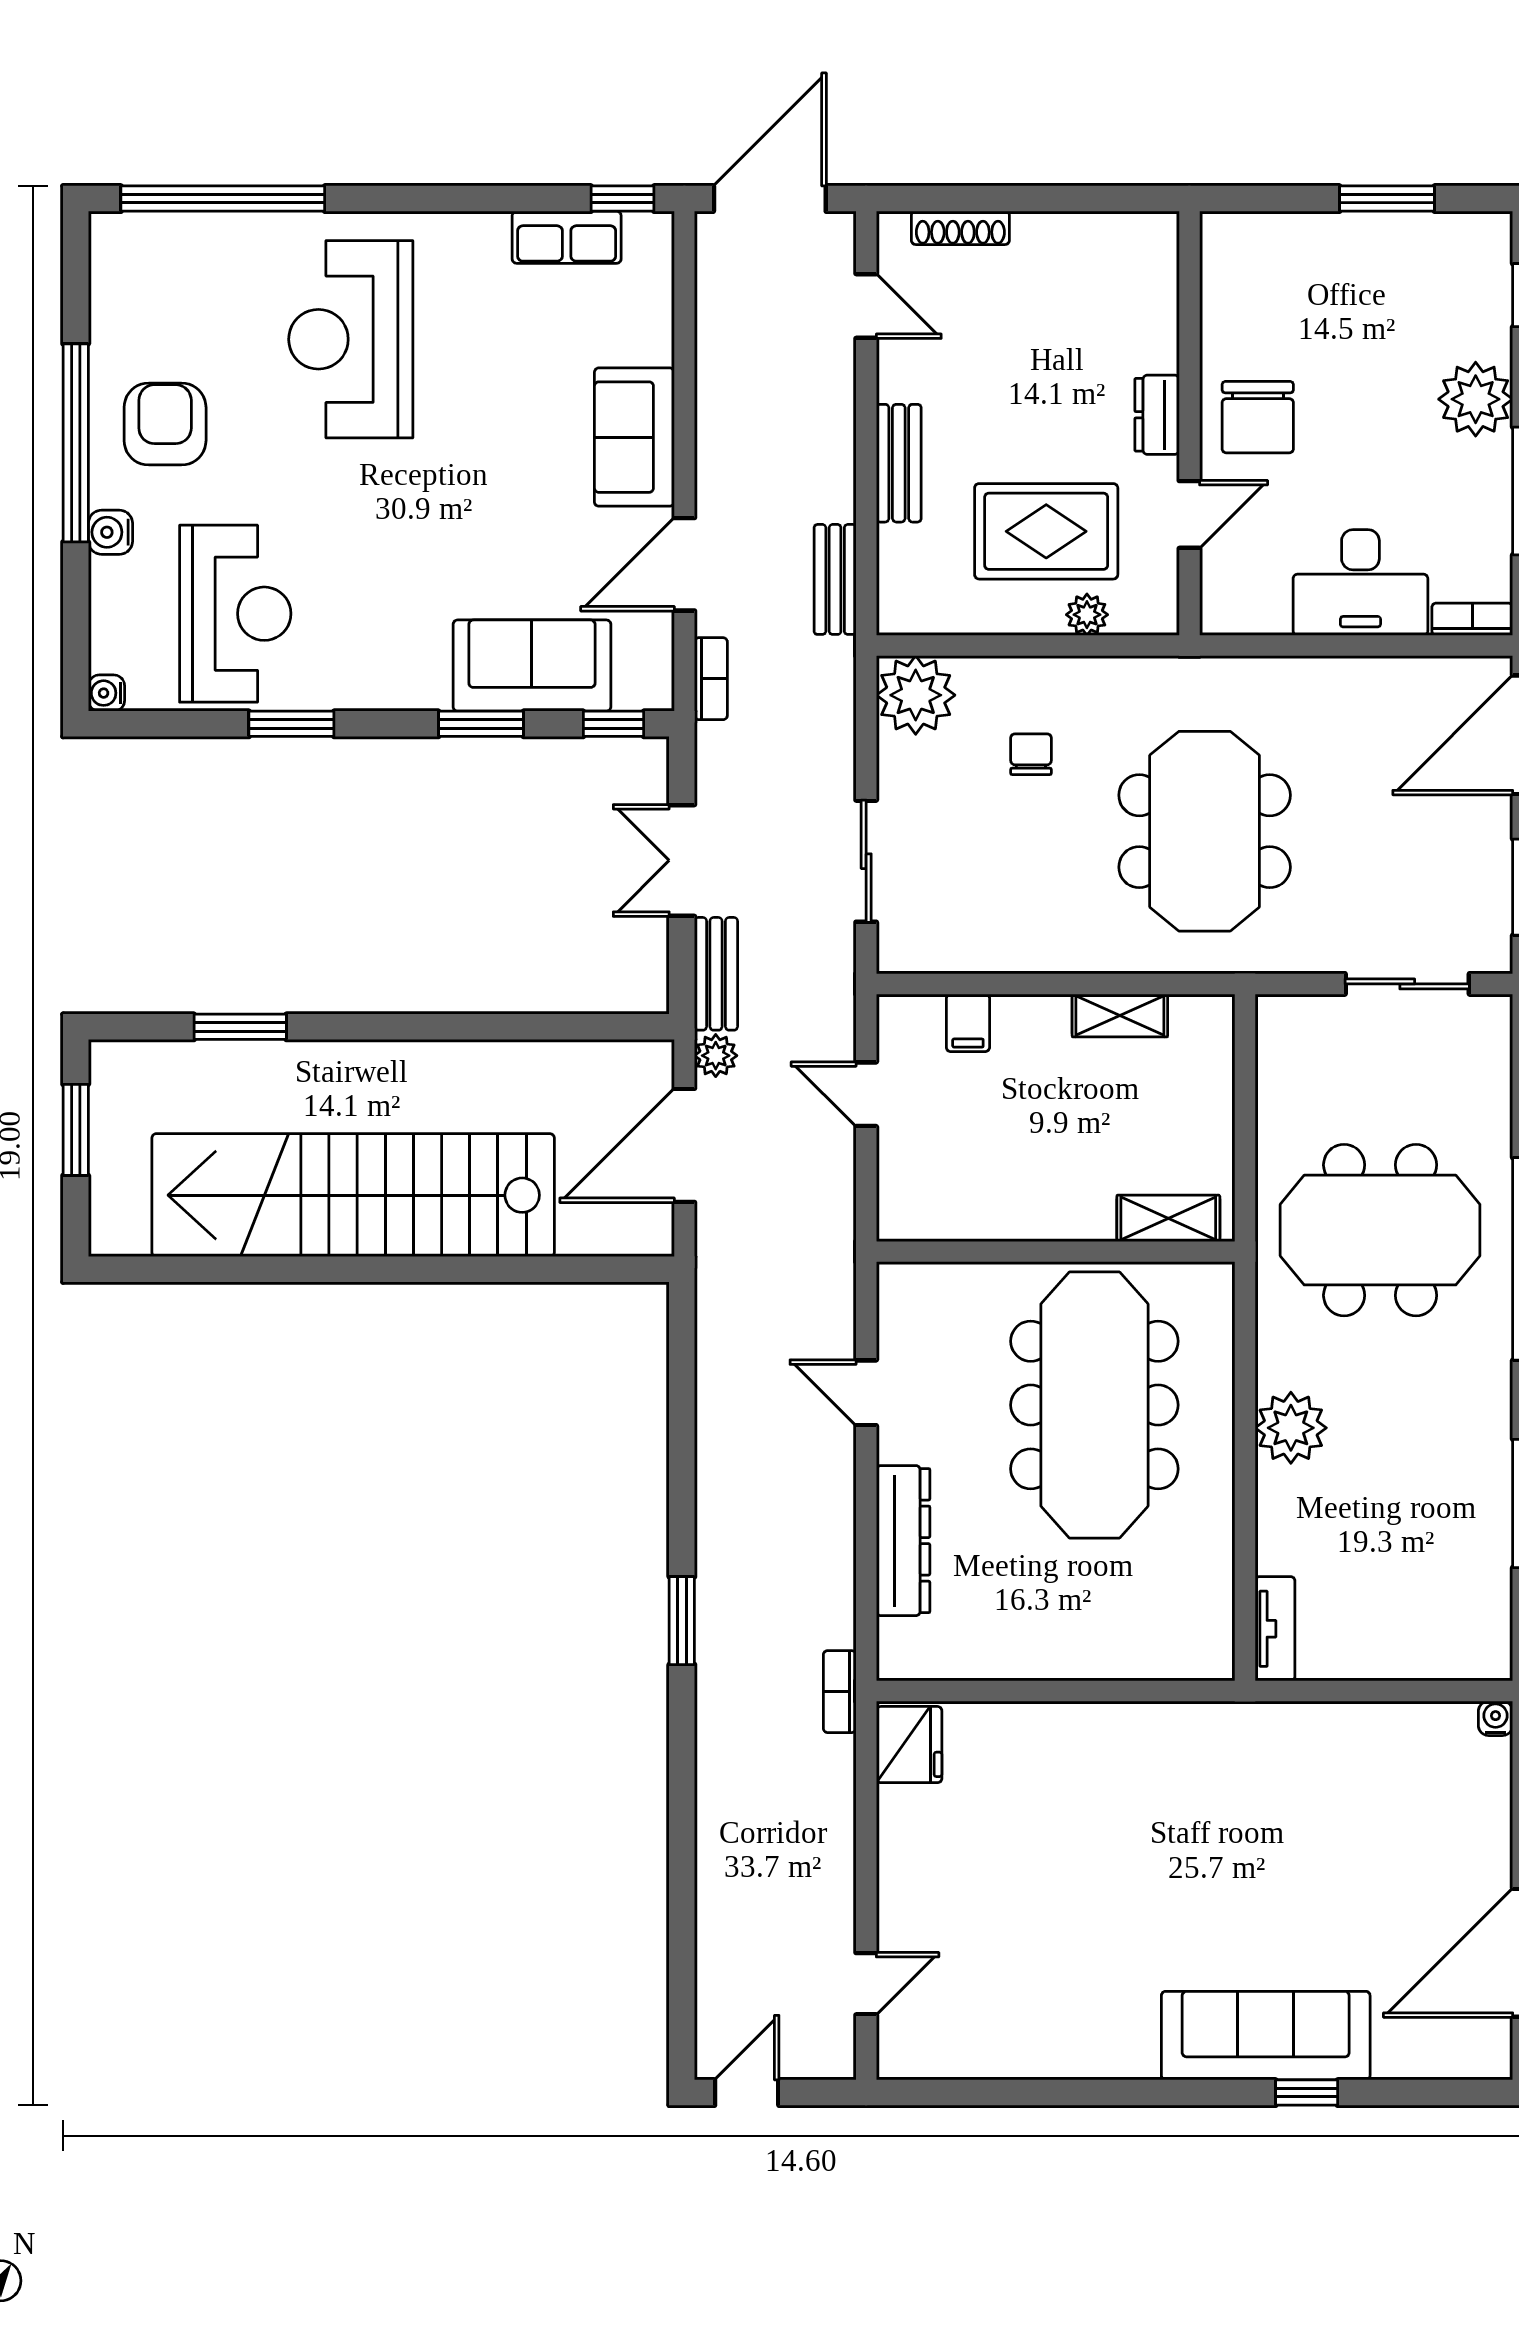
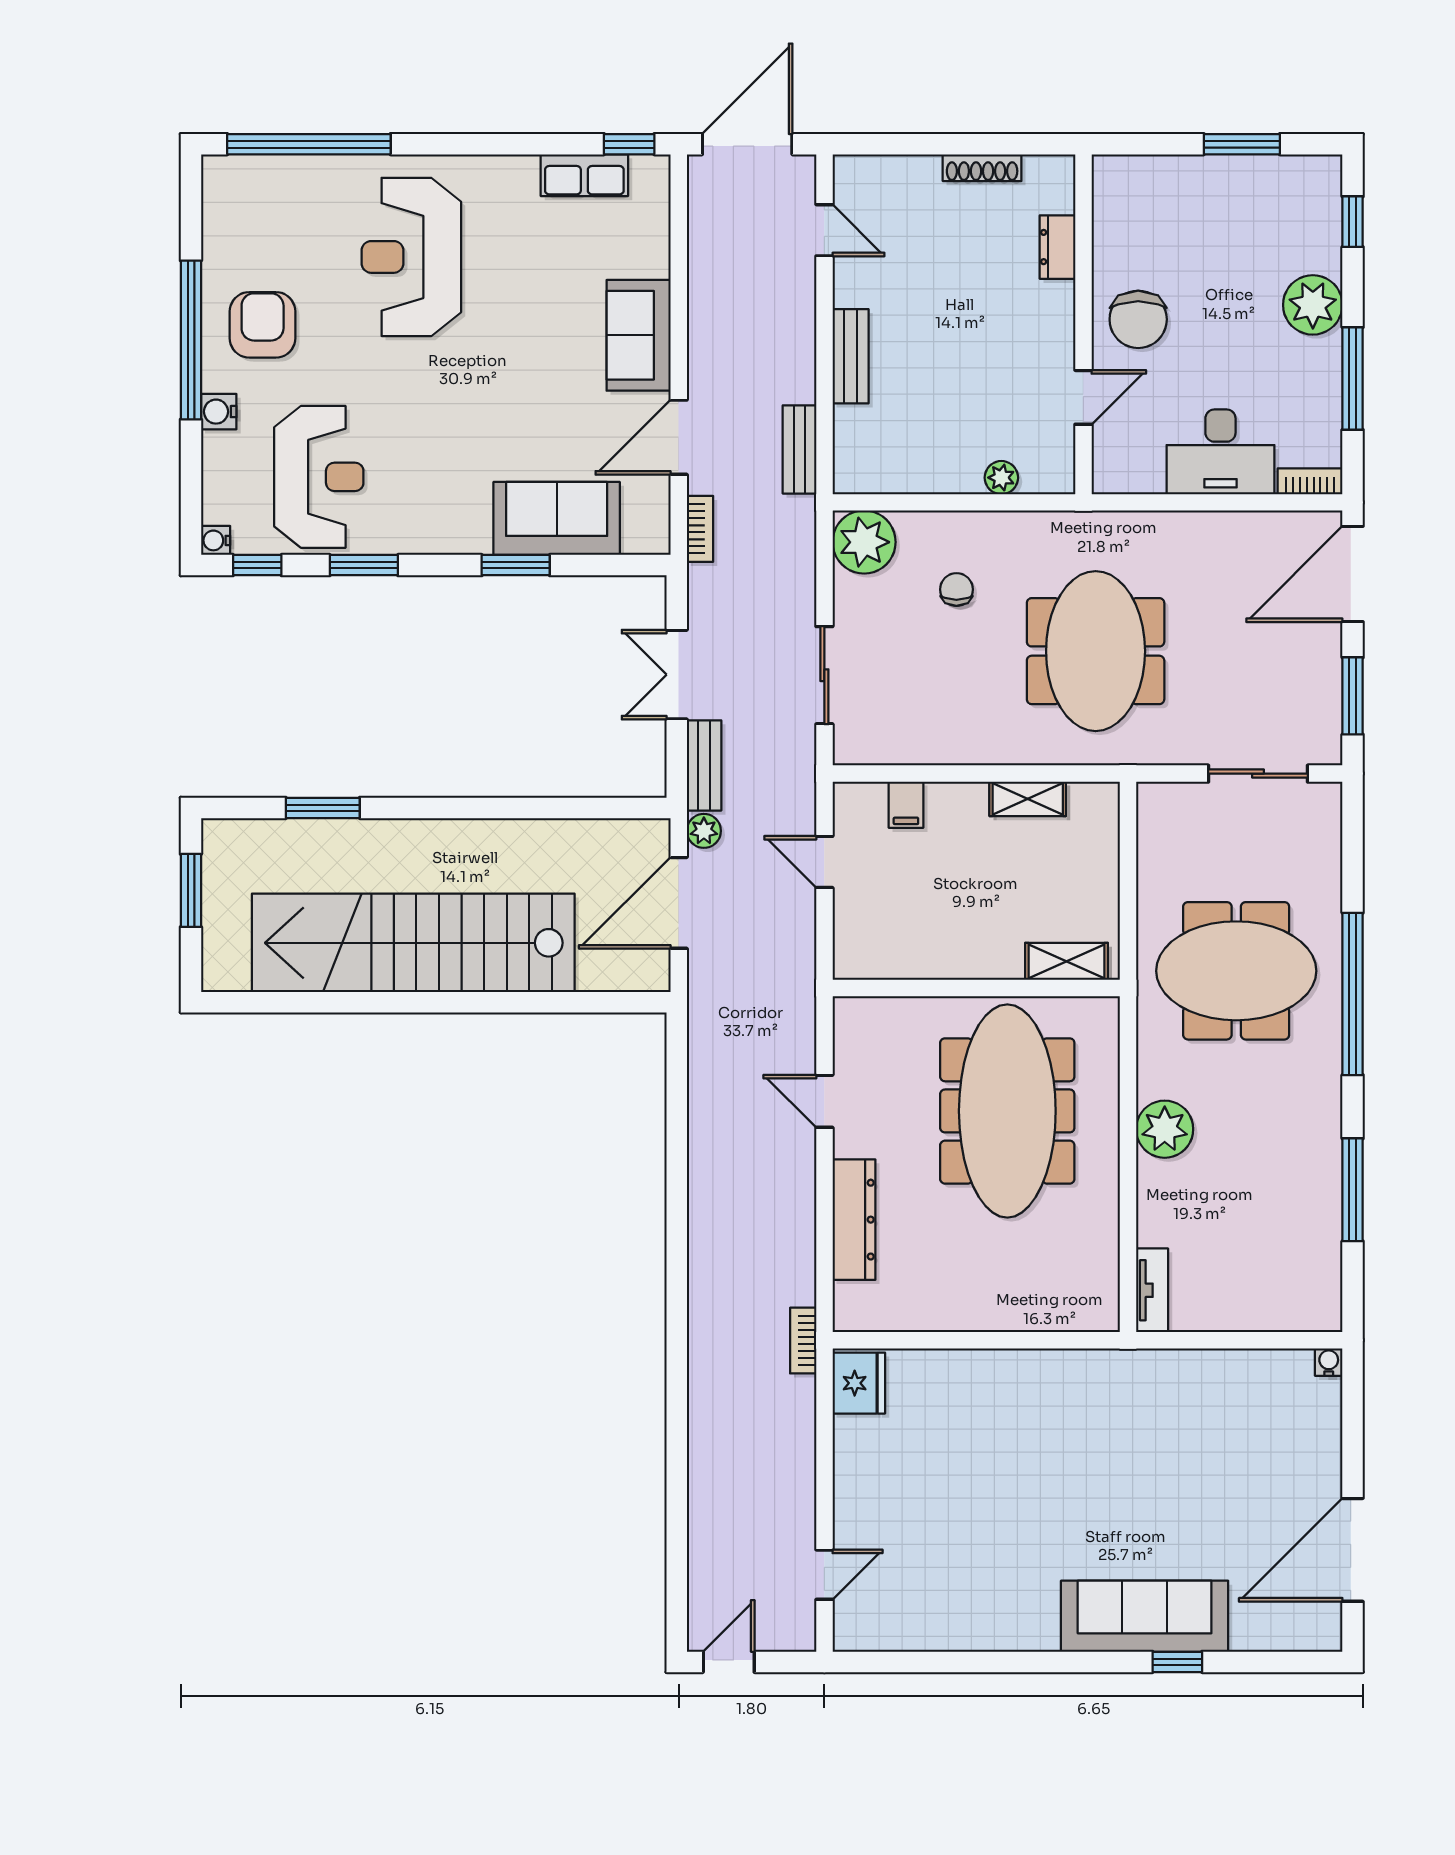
shoe rack: (960, 228) -> (982, 168), moved
dresser: (1157, 415) -> (1058, 247), moved
rug: (1046, 531) -> (969, 411), removed
window: (613, 724) -> (257, 565), moved
window: (682, 1621) -> (677, 1284), removed

